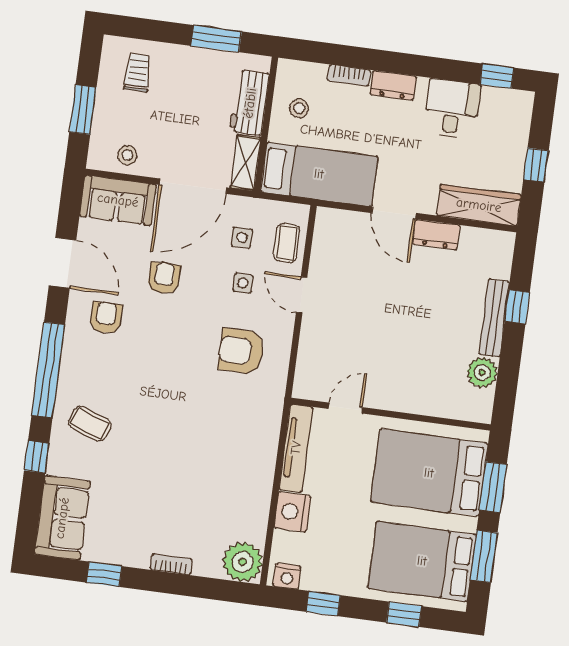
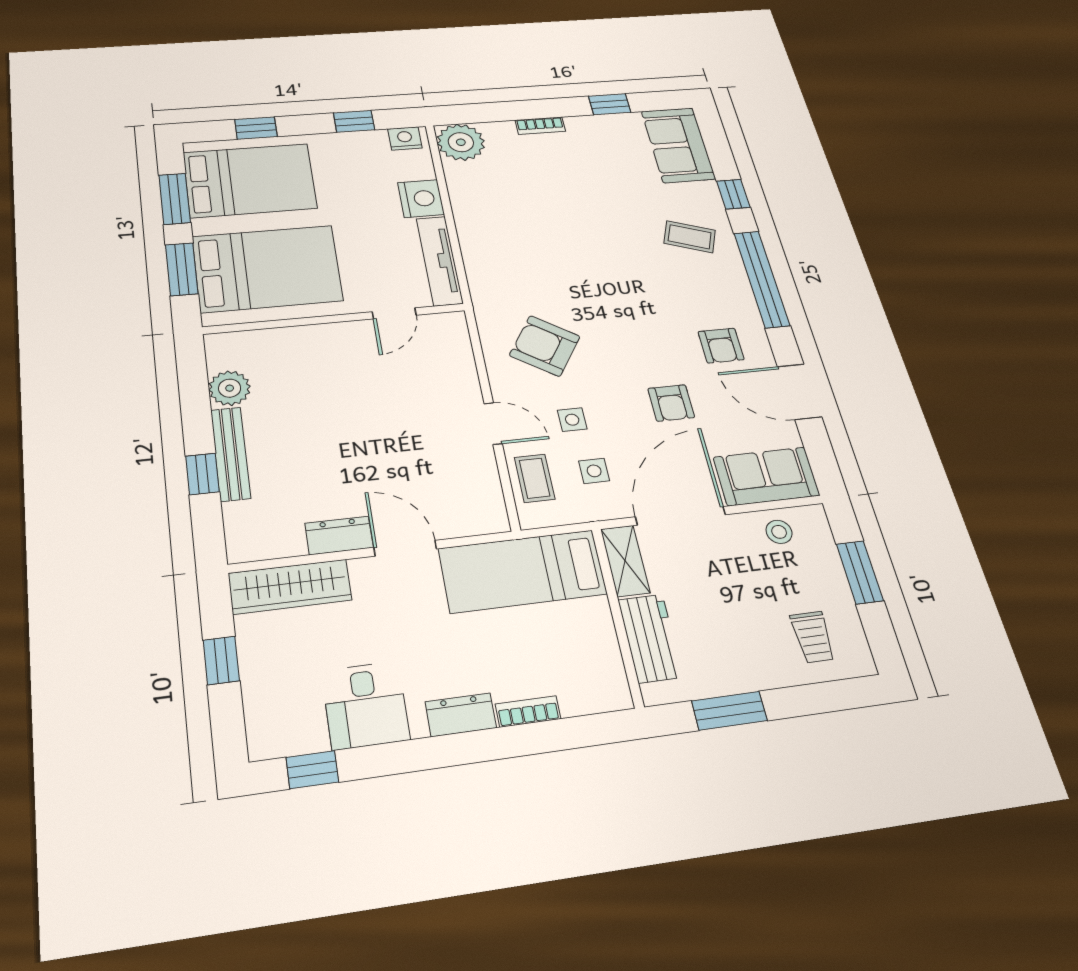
stool: (299, 108) -> (581, 649), removed
armchair: (241, 351) -> (545, 346), turned -146

